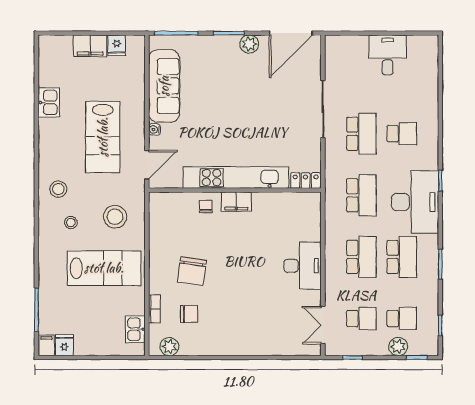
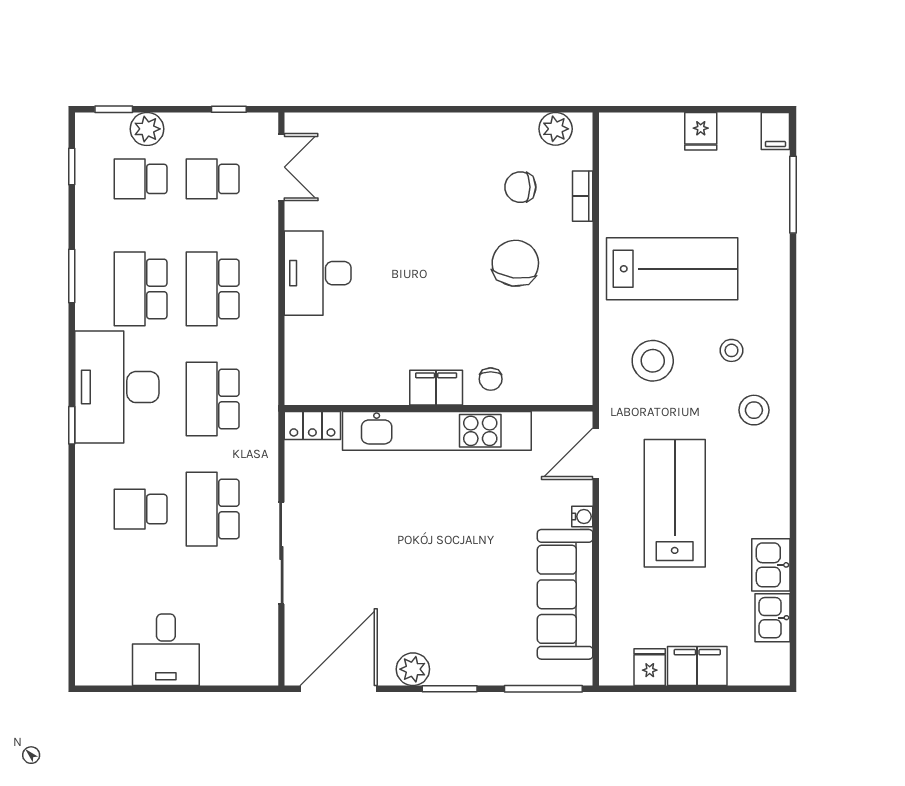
lab bench: (104, 268) -> (672, 269), turned 180
kitchen sink: (135, 329) -> (773, 618), moved, turned 180
fridge: (64, 345) -> (701, 131), moved

